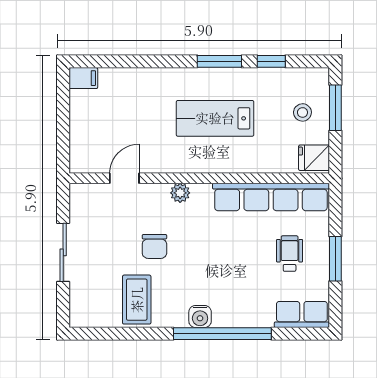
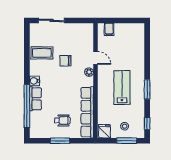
window: (271, 61) -> (147, 124), moved
filing cabinet: (83, 78) -> (109, 29), moved
door: (124, 178) -> (95, 58), moved
sliding door: (63, 252) -> (51, 20), moved
row of seats: (302, 314) -> (35, 99), moved
window: (222, 334) -> (27, 106), moved

